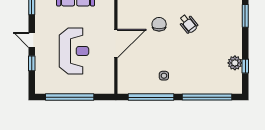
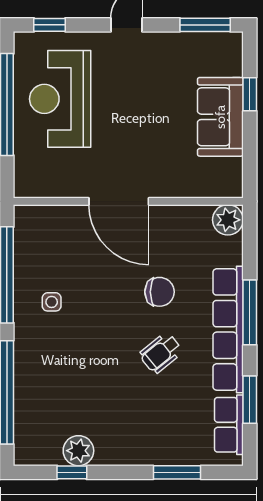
reception desk: (74, 51) -> (60, 99), moved, turned 90
window: (32, 63) -> (50, 25), moved

